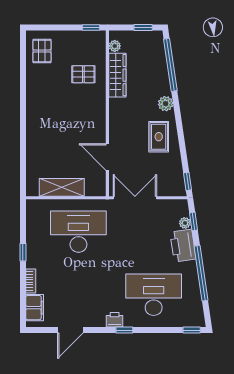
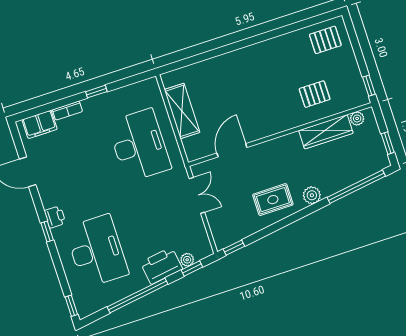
pallet: (83, 74) -> (315, 94), turned 90
double door: (135, 198) -> (197, 195), width x0.73

